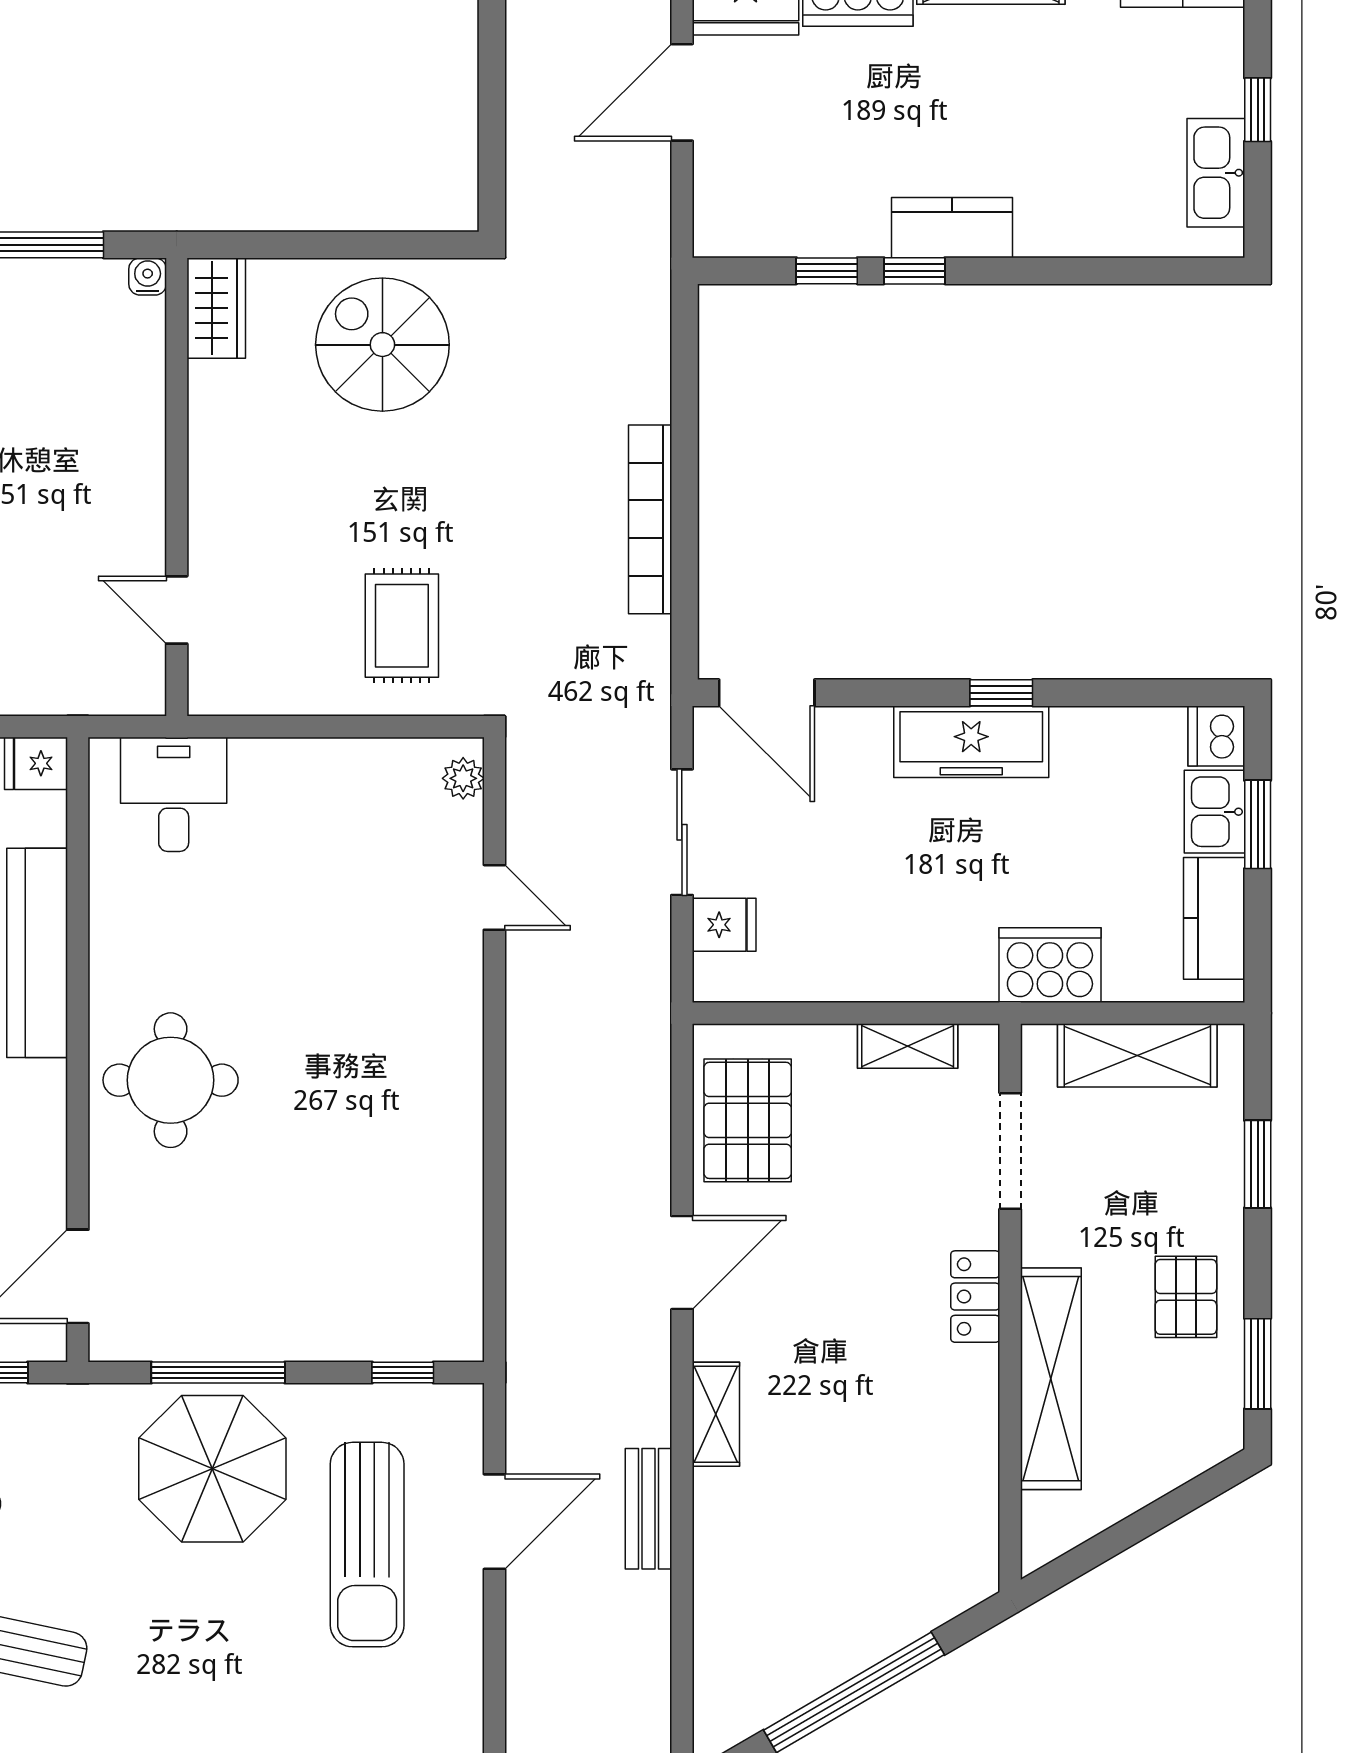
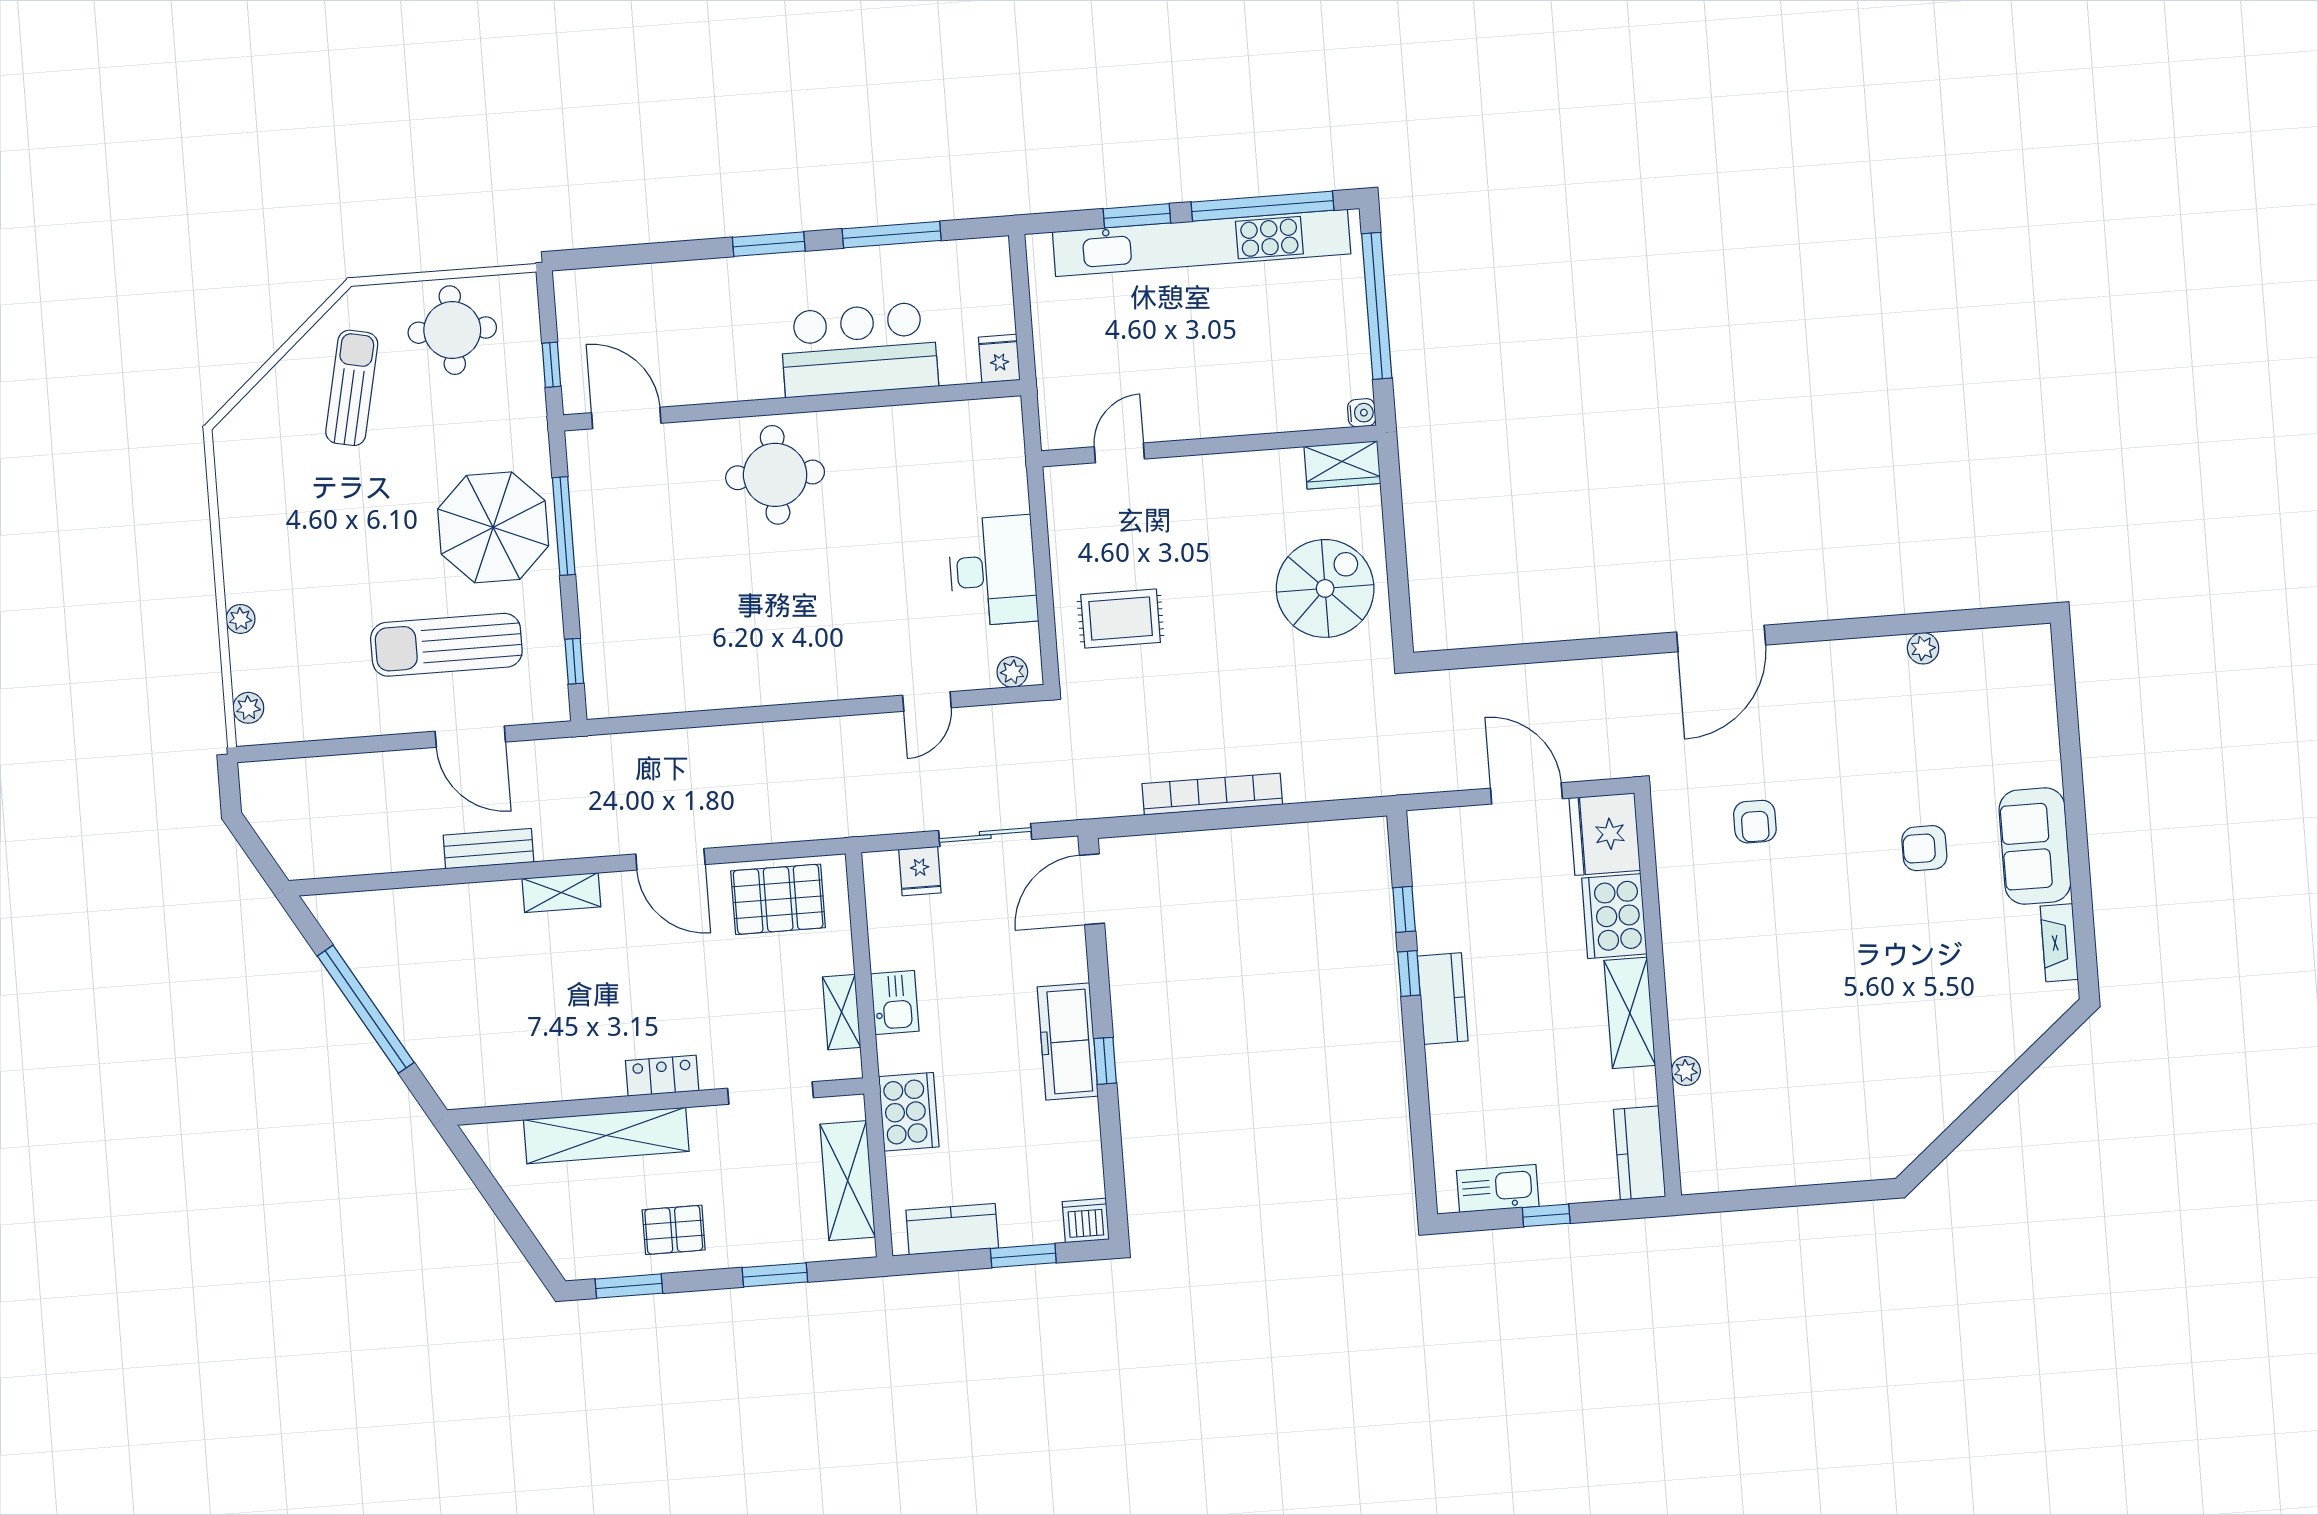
desk: (174, 794) -> (993, 571), moved, width x1.37
kitchen sink: (1214, 812) -> (895, 1003), moved, turned 90

